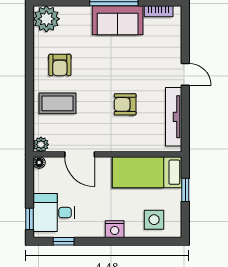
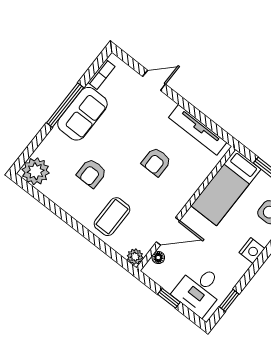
armchair: (60, 65) -> (92, 173), moved, turned 90
door: (185, 74) -> (154, 80), moved
floor lamp: (39, 163) -> (158, 258), moved
window: (30, 219) -> (169, 298), moved

